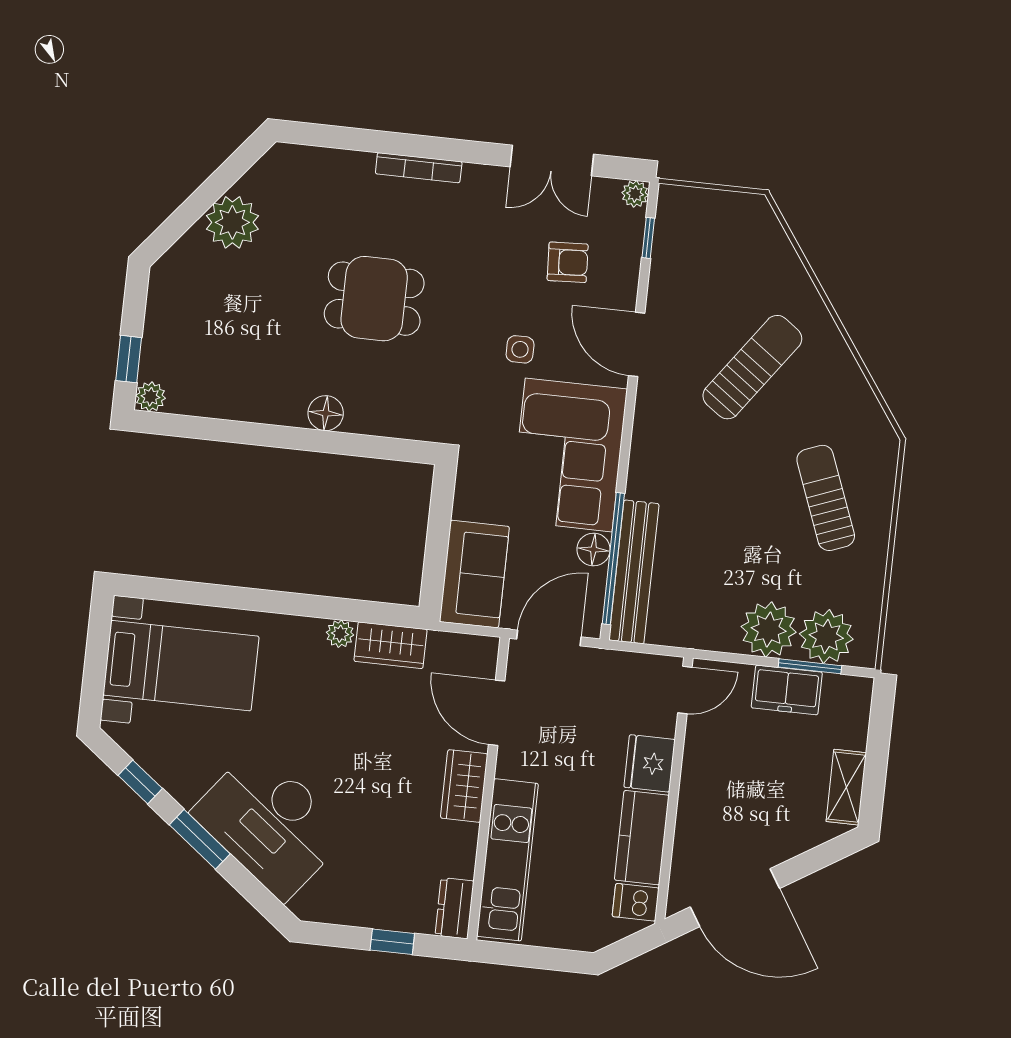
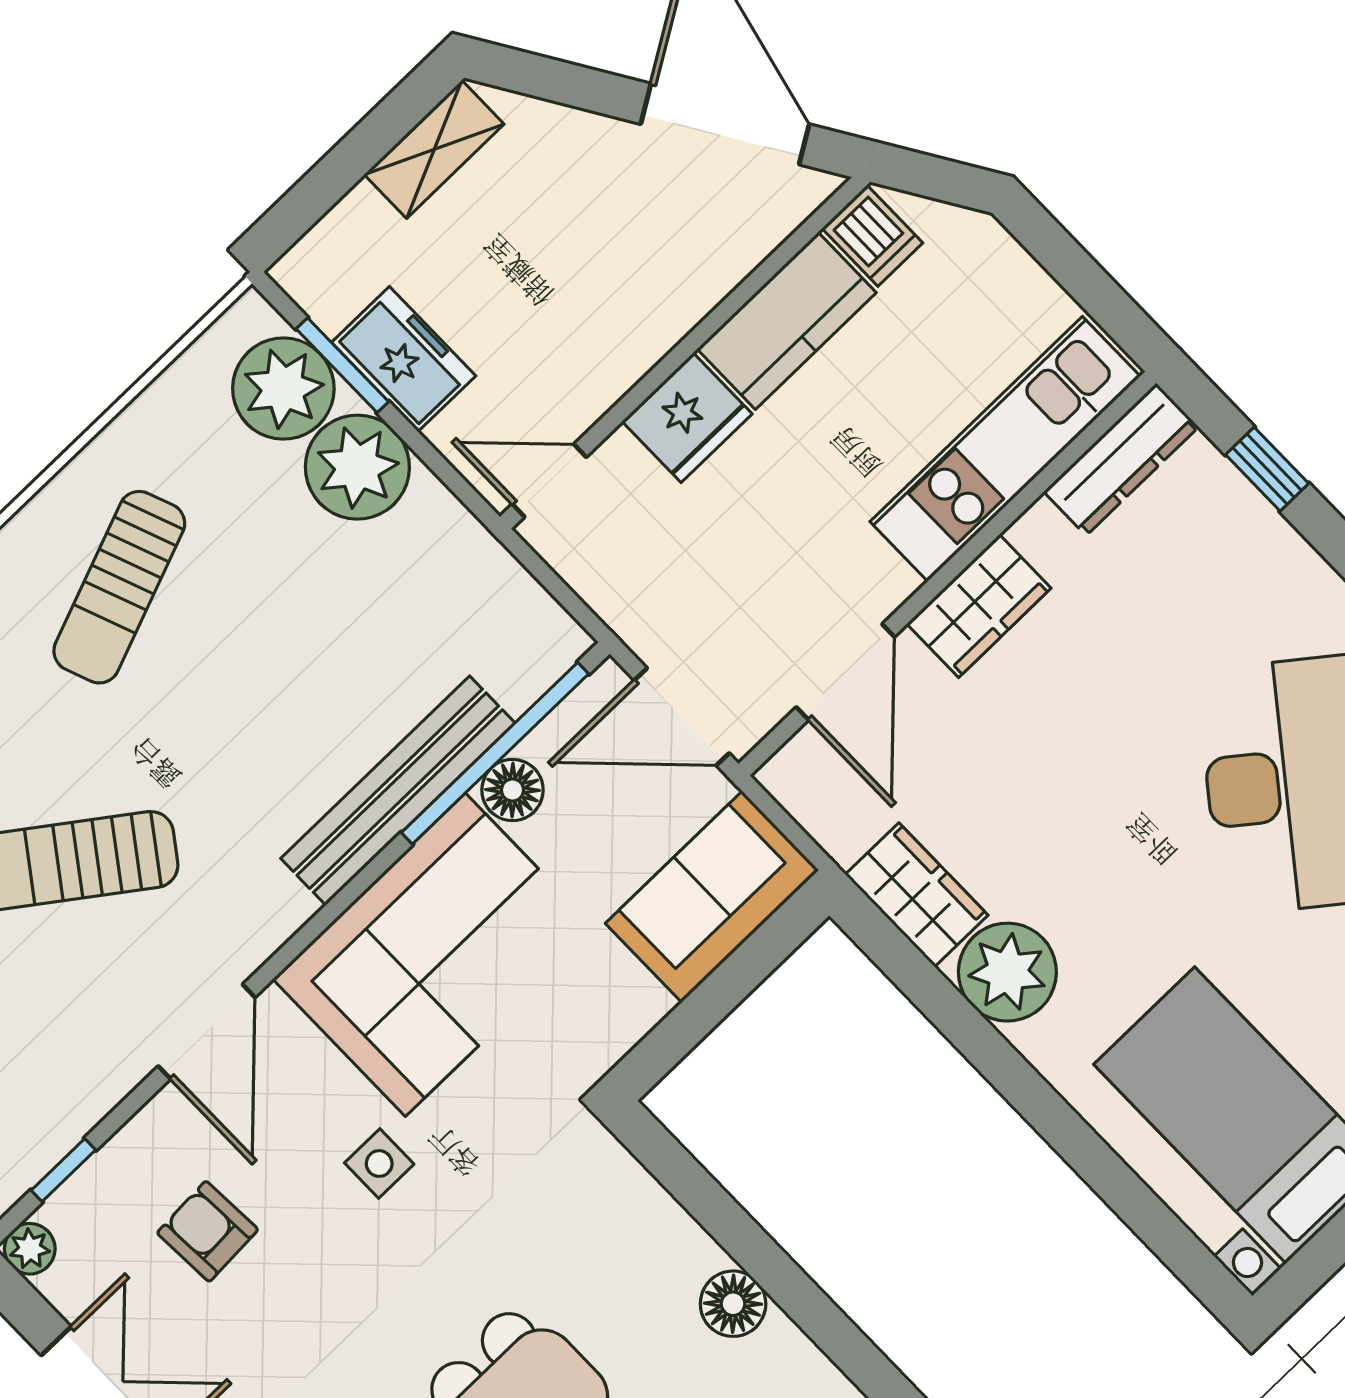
bench: (634, 572) -> (398, 791), moved
plant: (340, 634) -> (1007, 972), width x1.88, depth x1.88
dresser: (455, 908) -> (1121, 459), width x1.44

